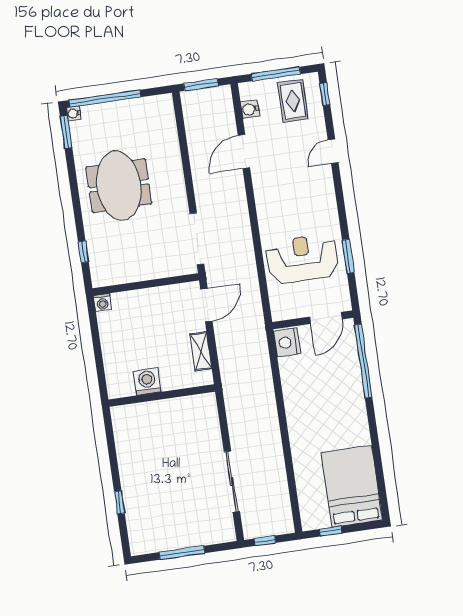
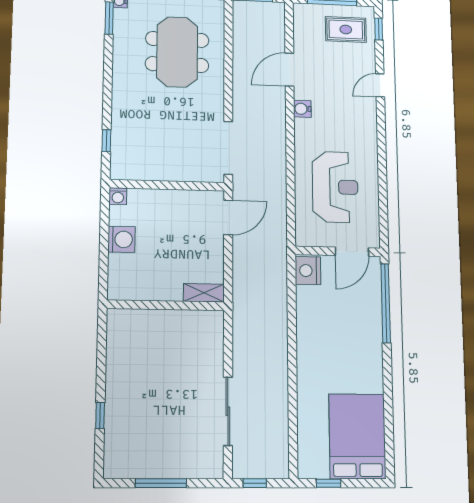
rug: (293, 101) -> (346, 29), turned 90
water cooler: (250, 109) -> (302, 109), moved
meeting table: (119, 186) -> (177, 52), moved
window: (348, 256) -> (383, 192), removed
reception desk: (302, 259) -> (335, 187), turned 90
shelving: (201, 351) -> (204, 293), moved, turned 90
washing machine: (147, 382) -> (122, 239), moved, turned 90

